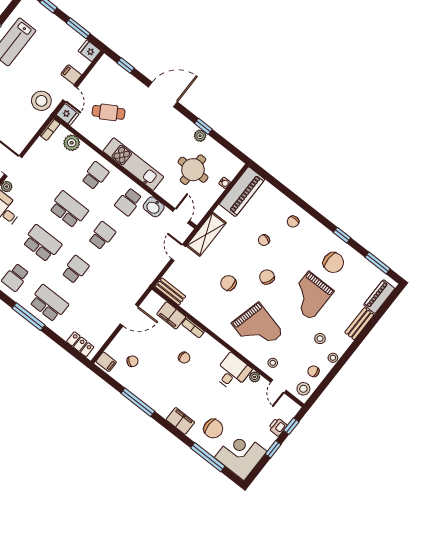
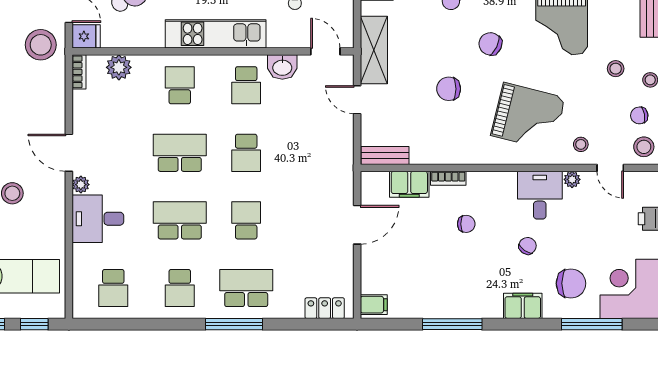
school desk: (102, 236) -> (246, 153), turned 180
chair: (132, 361) -> (528, 246), moved

